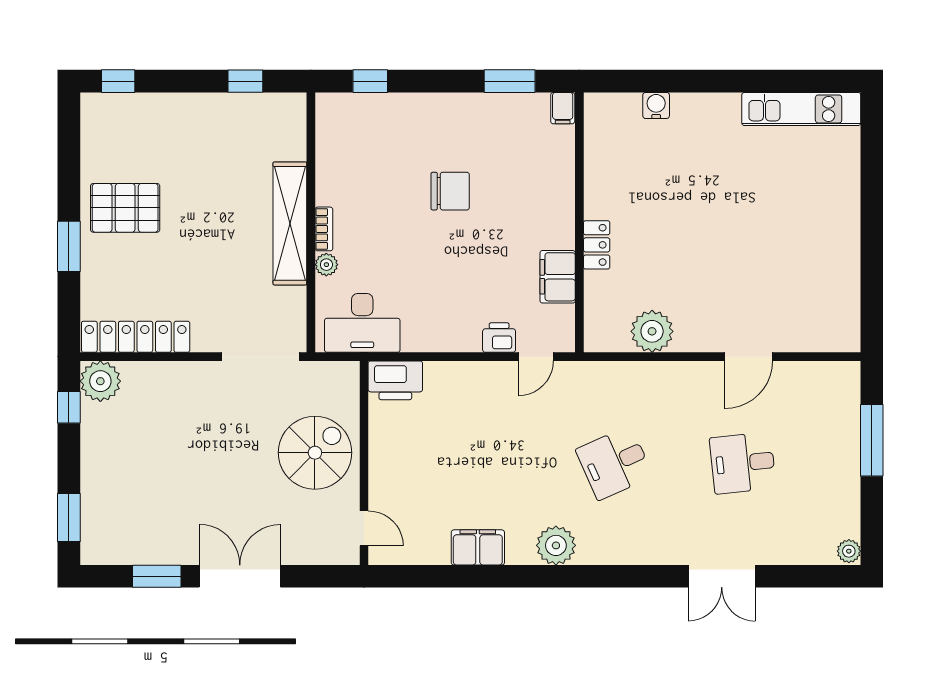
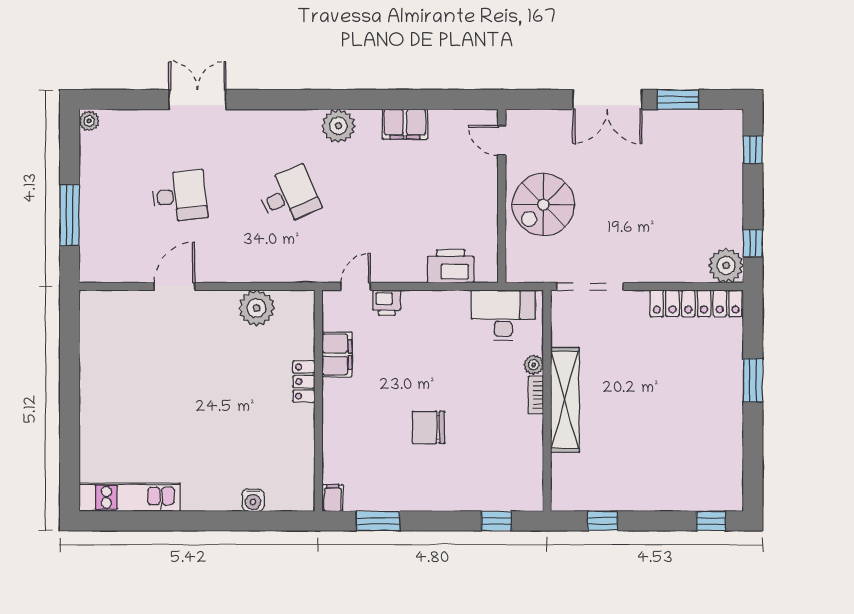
pallet: (125, 208) -> (705, 413), removed
printer: (395, 380) -> (451, 266), moved
window: (69, 518) -> (753, 150), width x0.67

